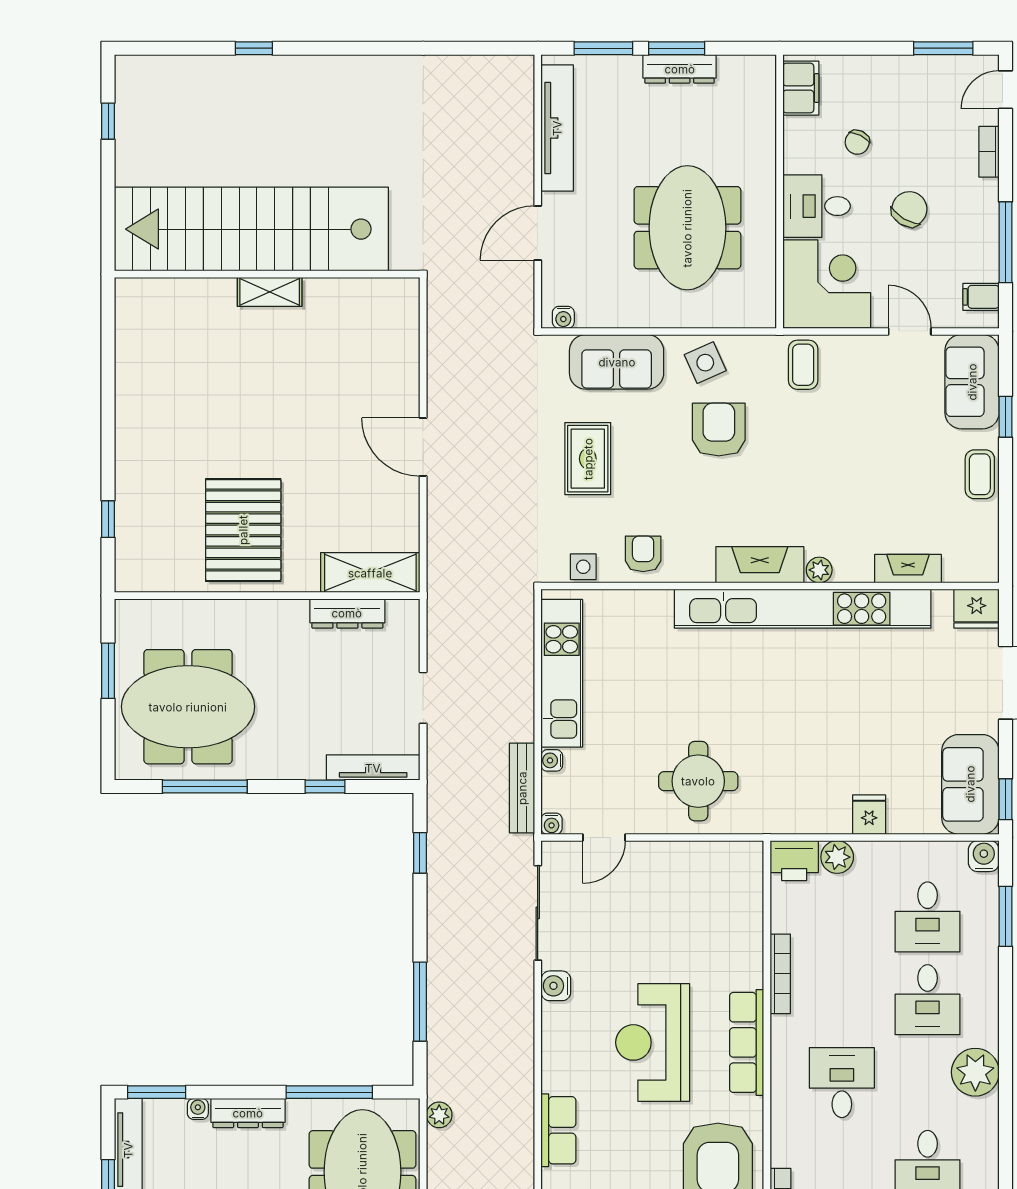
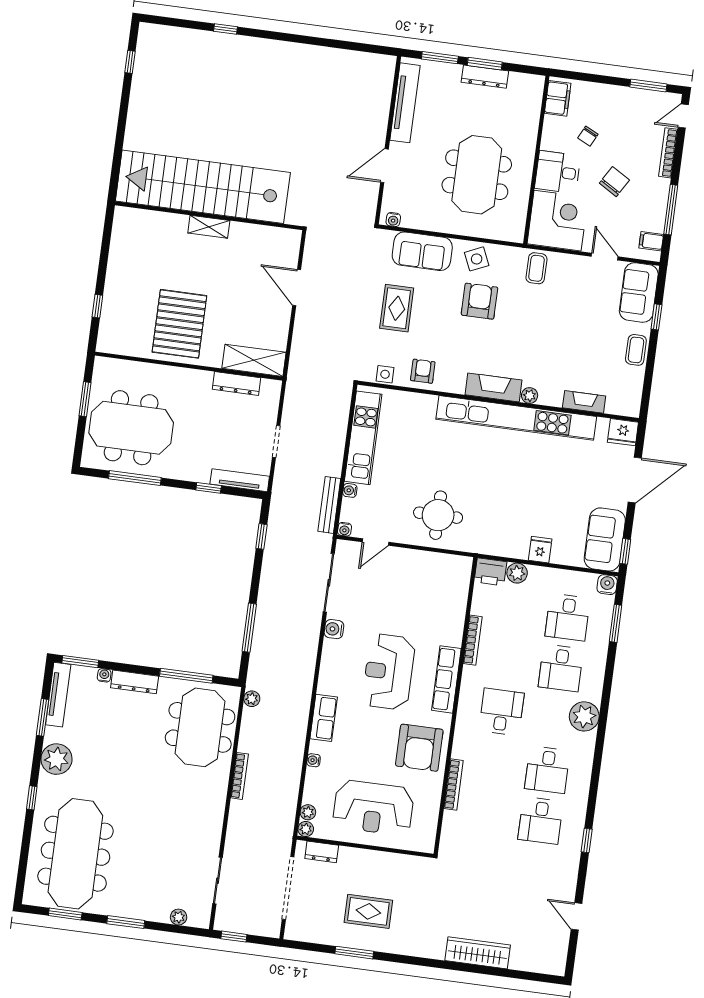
bookcase: (989, 152) -> (668, 153), width x1.56
stairs: (251, 229) -> (203, 187), moved
wall: (267, 274) -> (209, 216), moved
shelving: (270, 292) -> (209, 227), moved

